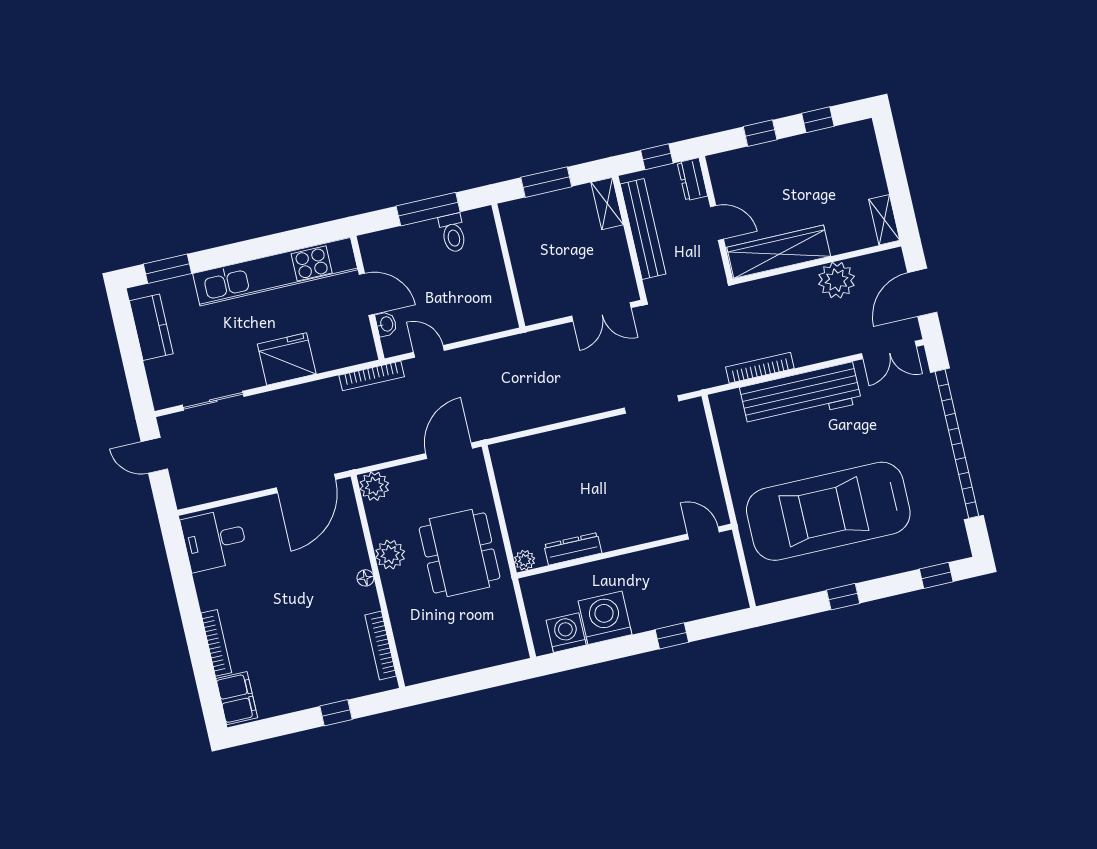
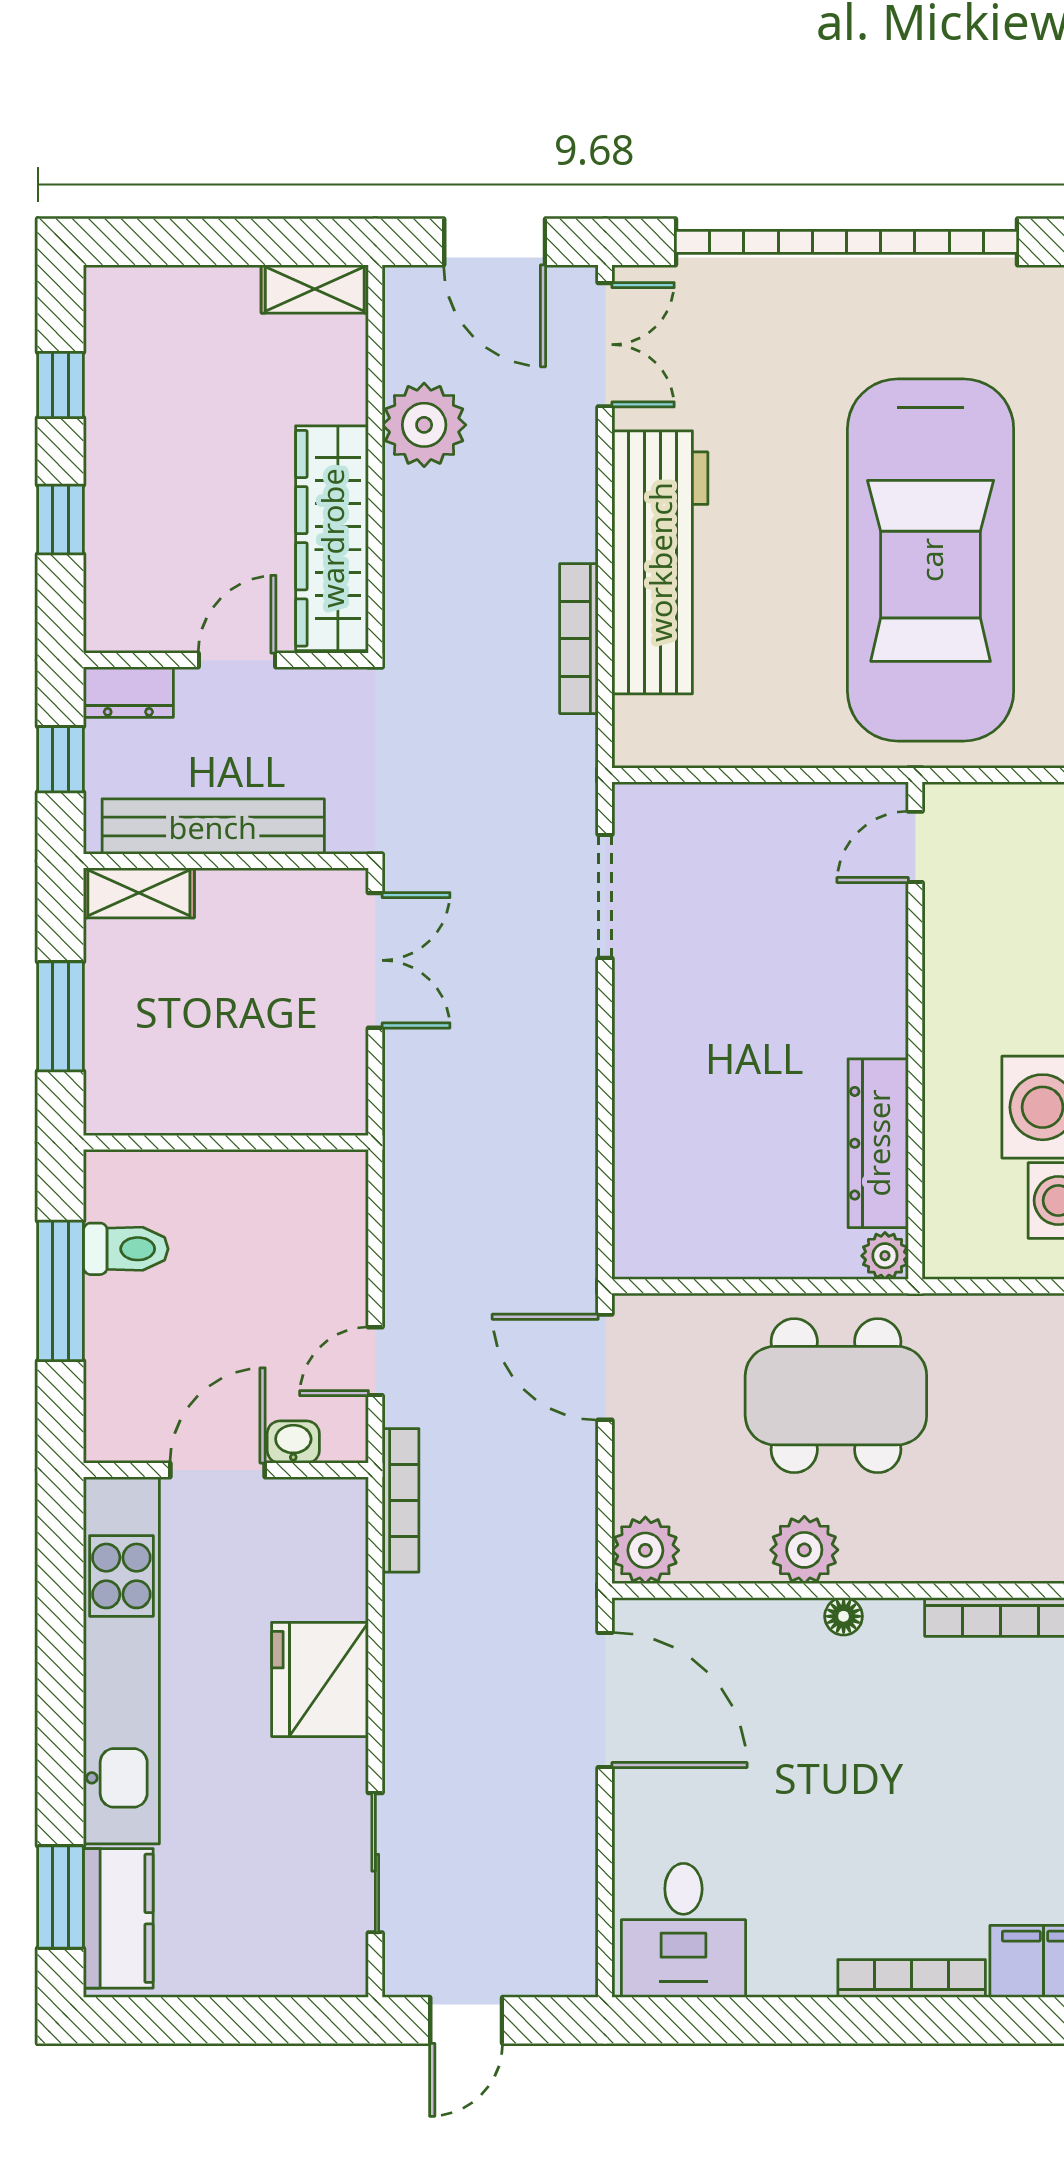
kitchen counter: (151, 327) -> (118, 1918), moved, turned 90
dresser: (573, 549) -> (878, 1143), width x1.37, depth x1.24

